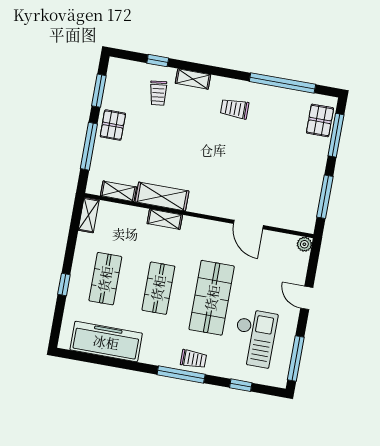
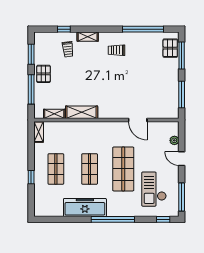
shelving: (165, 219) -> (86, 126), removed
plant: (304, 244) -> (174, 140), moved
checkout: (254, 338) -> (154, 189), turned 180
freezer: (106, 342) -> (85, 208), moved
trolley: (193, 359) -> (119, 209), removed
window: (181, 374) -> (113, 219), width x1.46
window: (241, 385) -> (163, 219), moved

